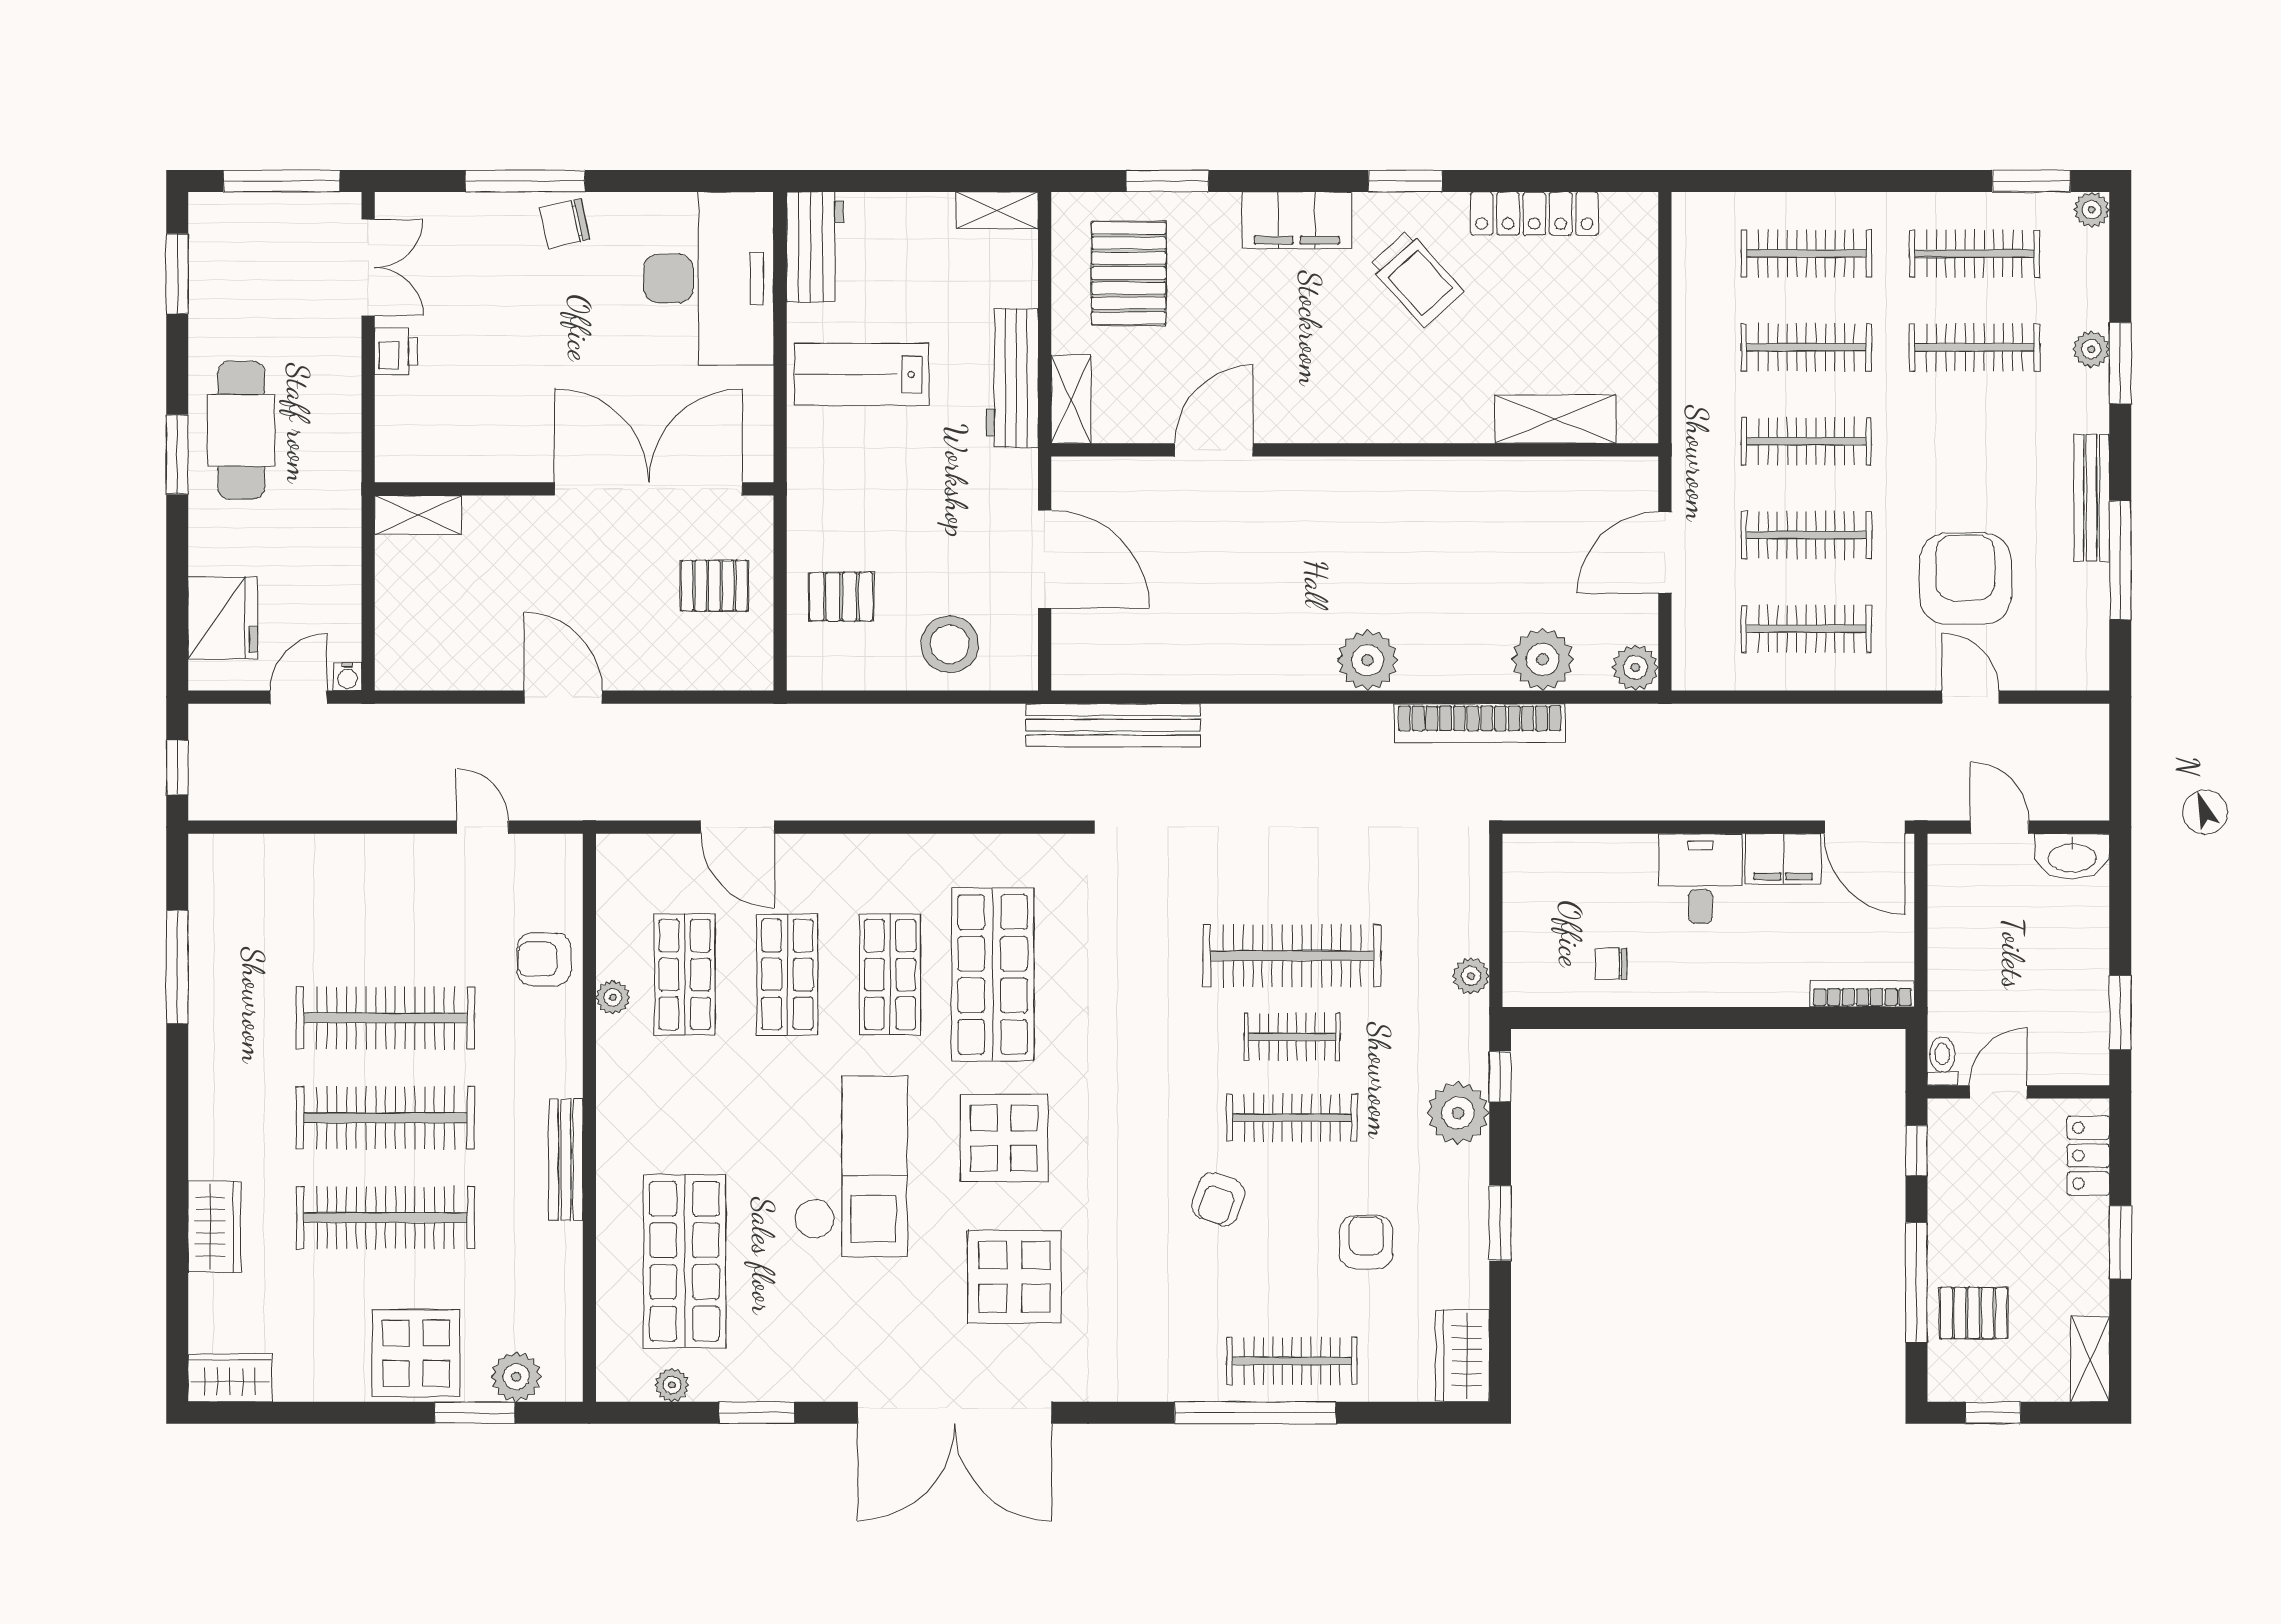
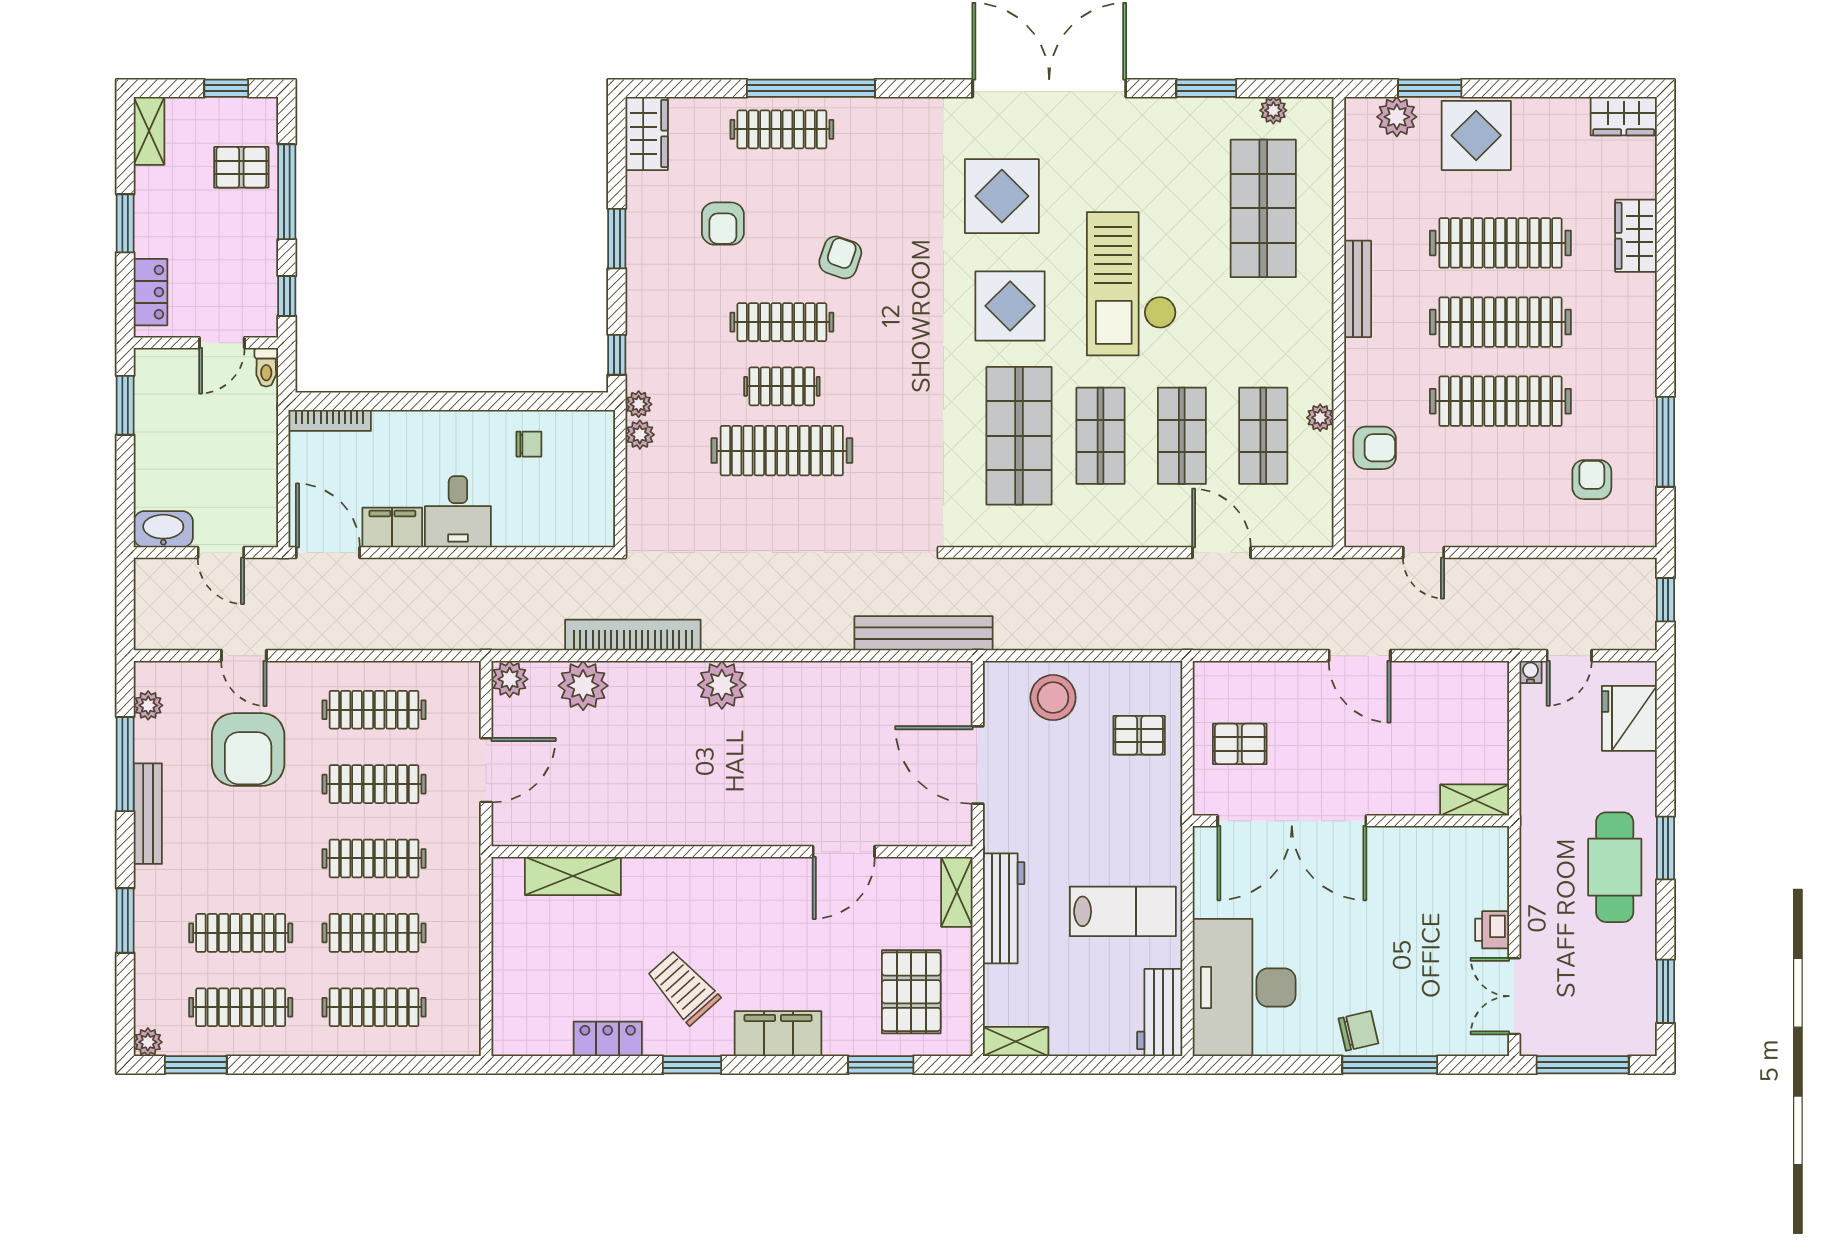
locker: (1534, 214) -> (608, 1039), width x0.66
plant: (2091, 349) -> (148, 705), moved
armchair: (270, 919) -> (1592, 480), added
plant: (1458, 1113) -> (639, 404), moved, width x0.53, depth x0.53

